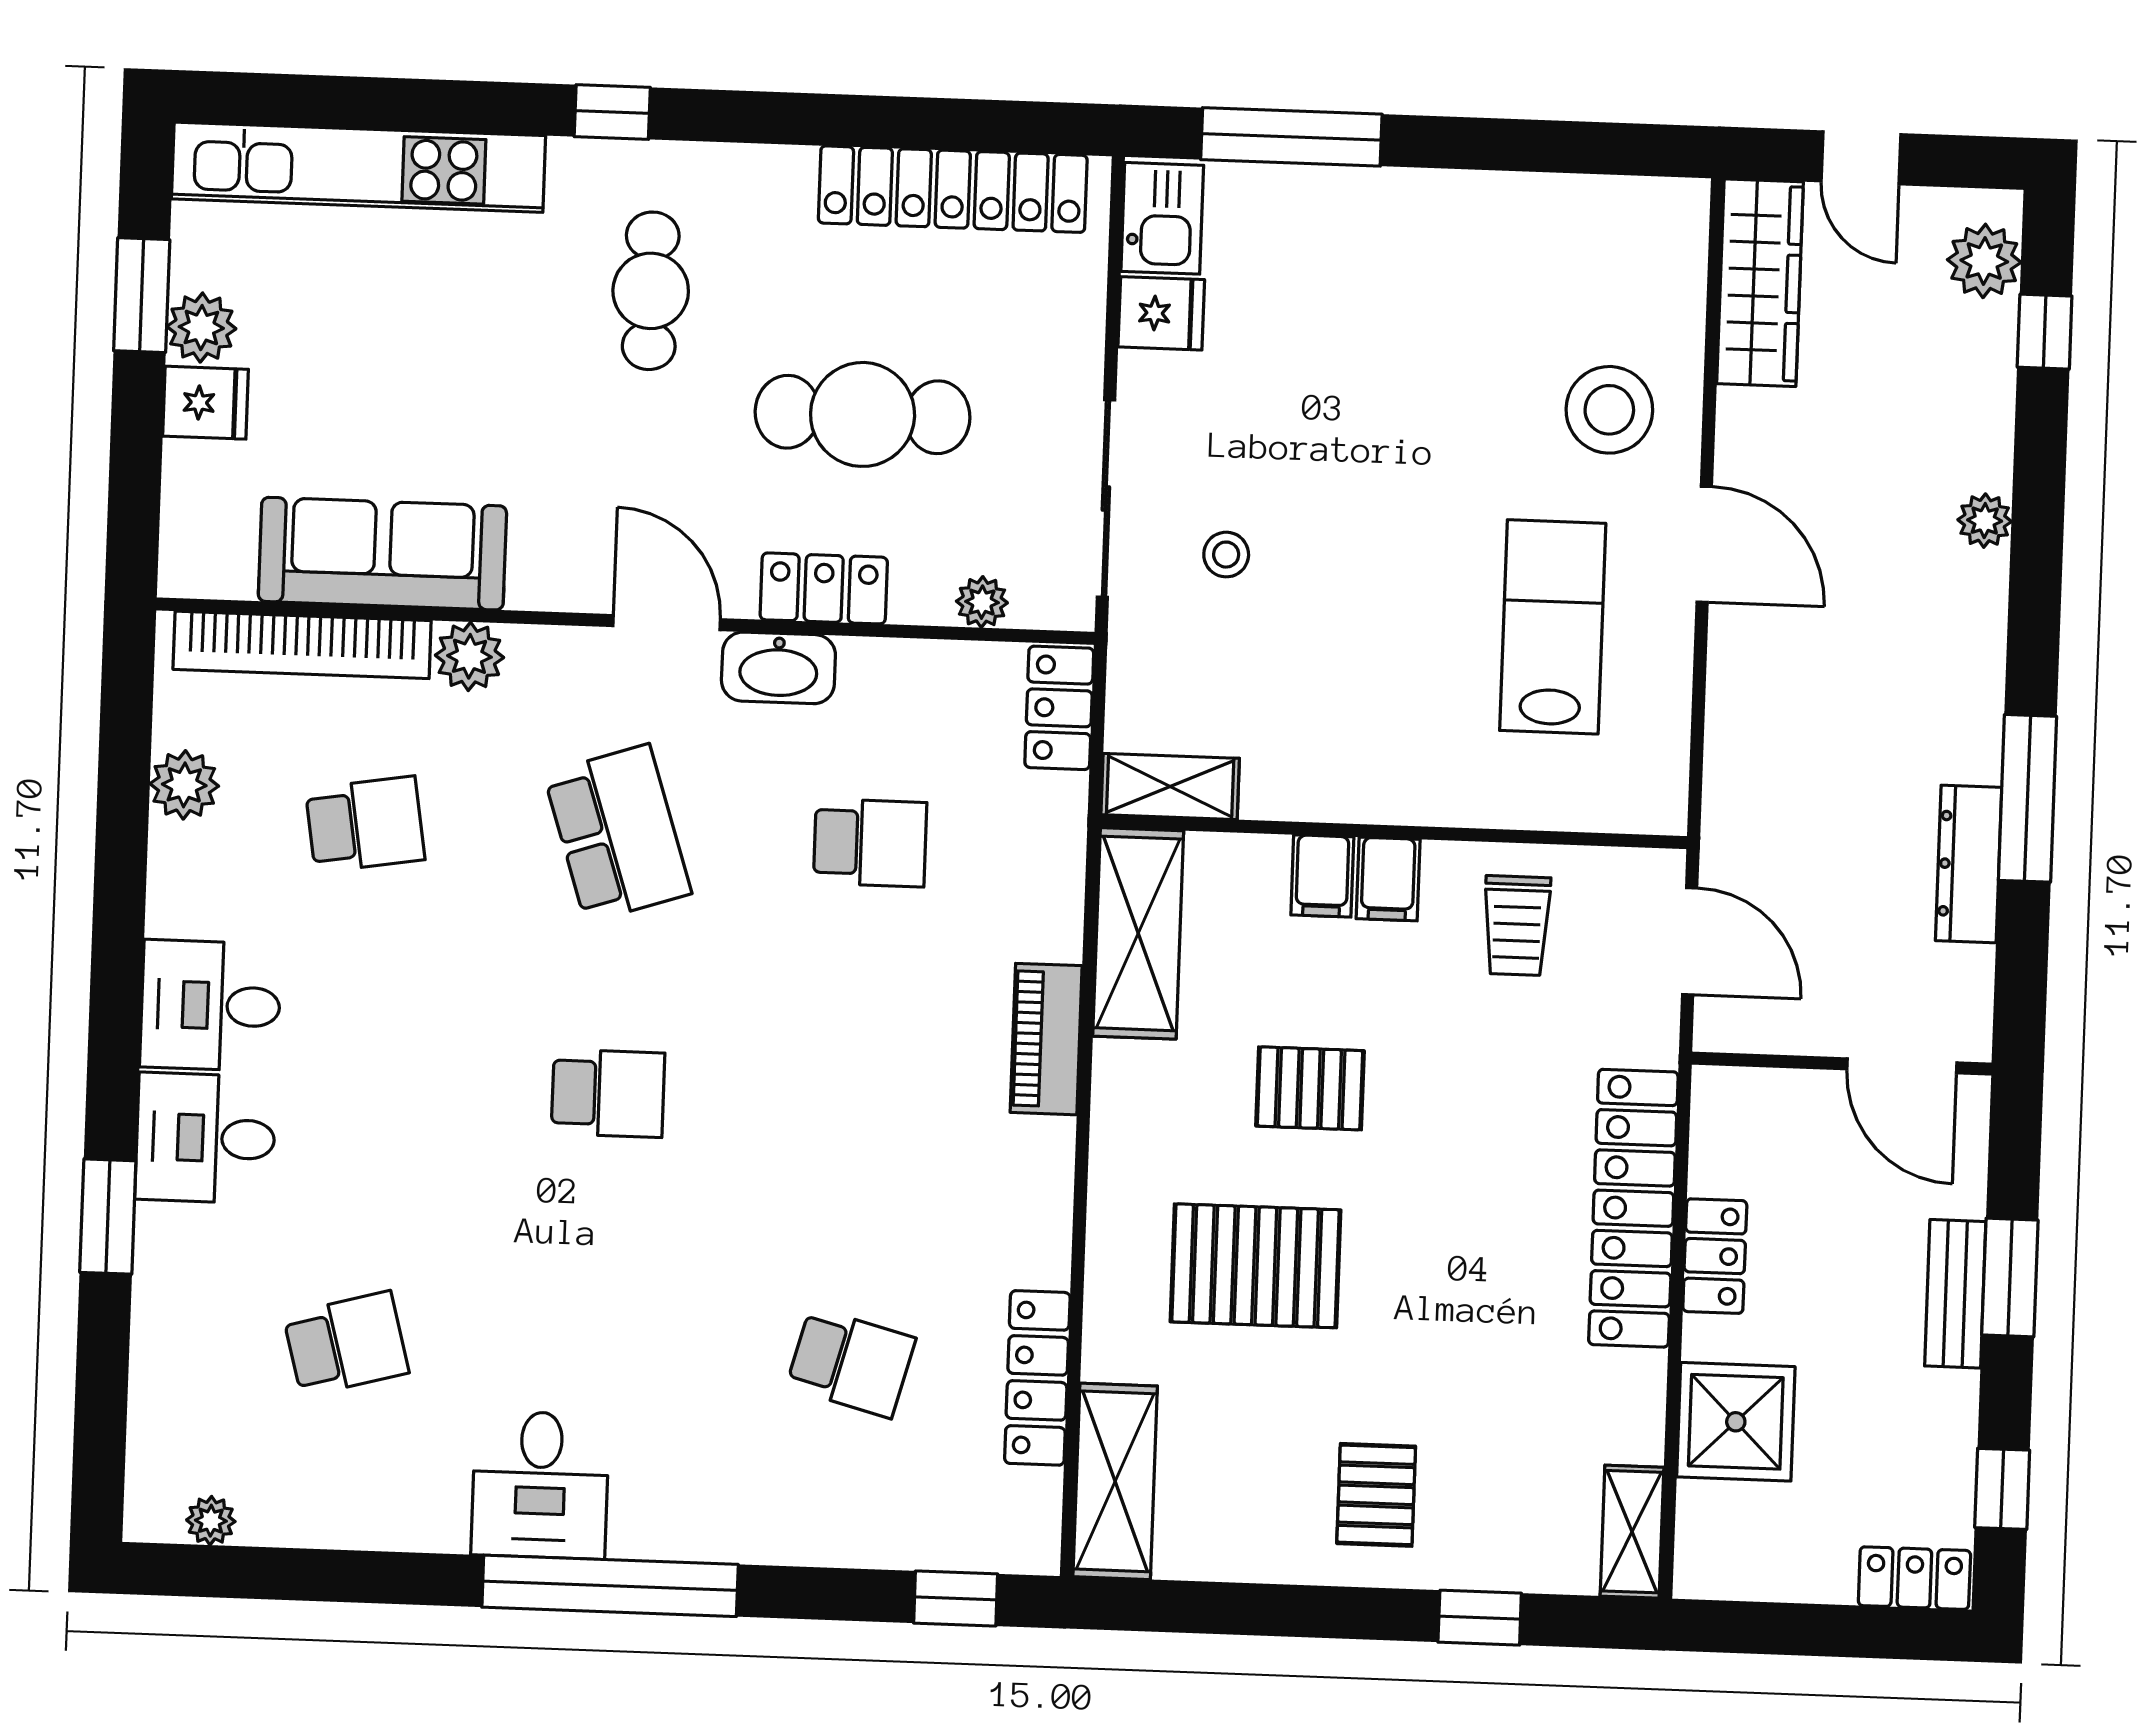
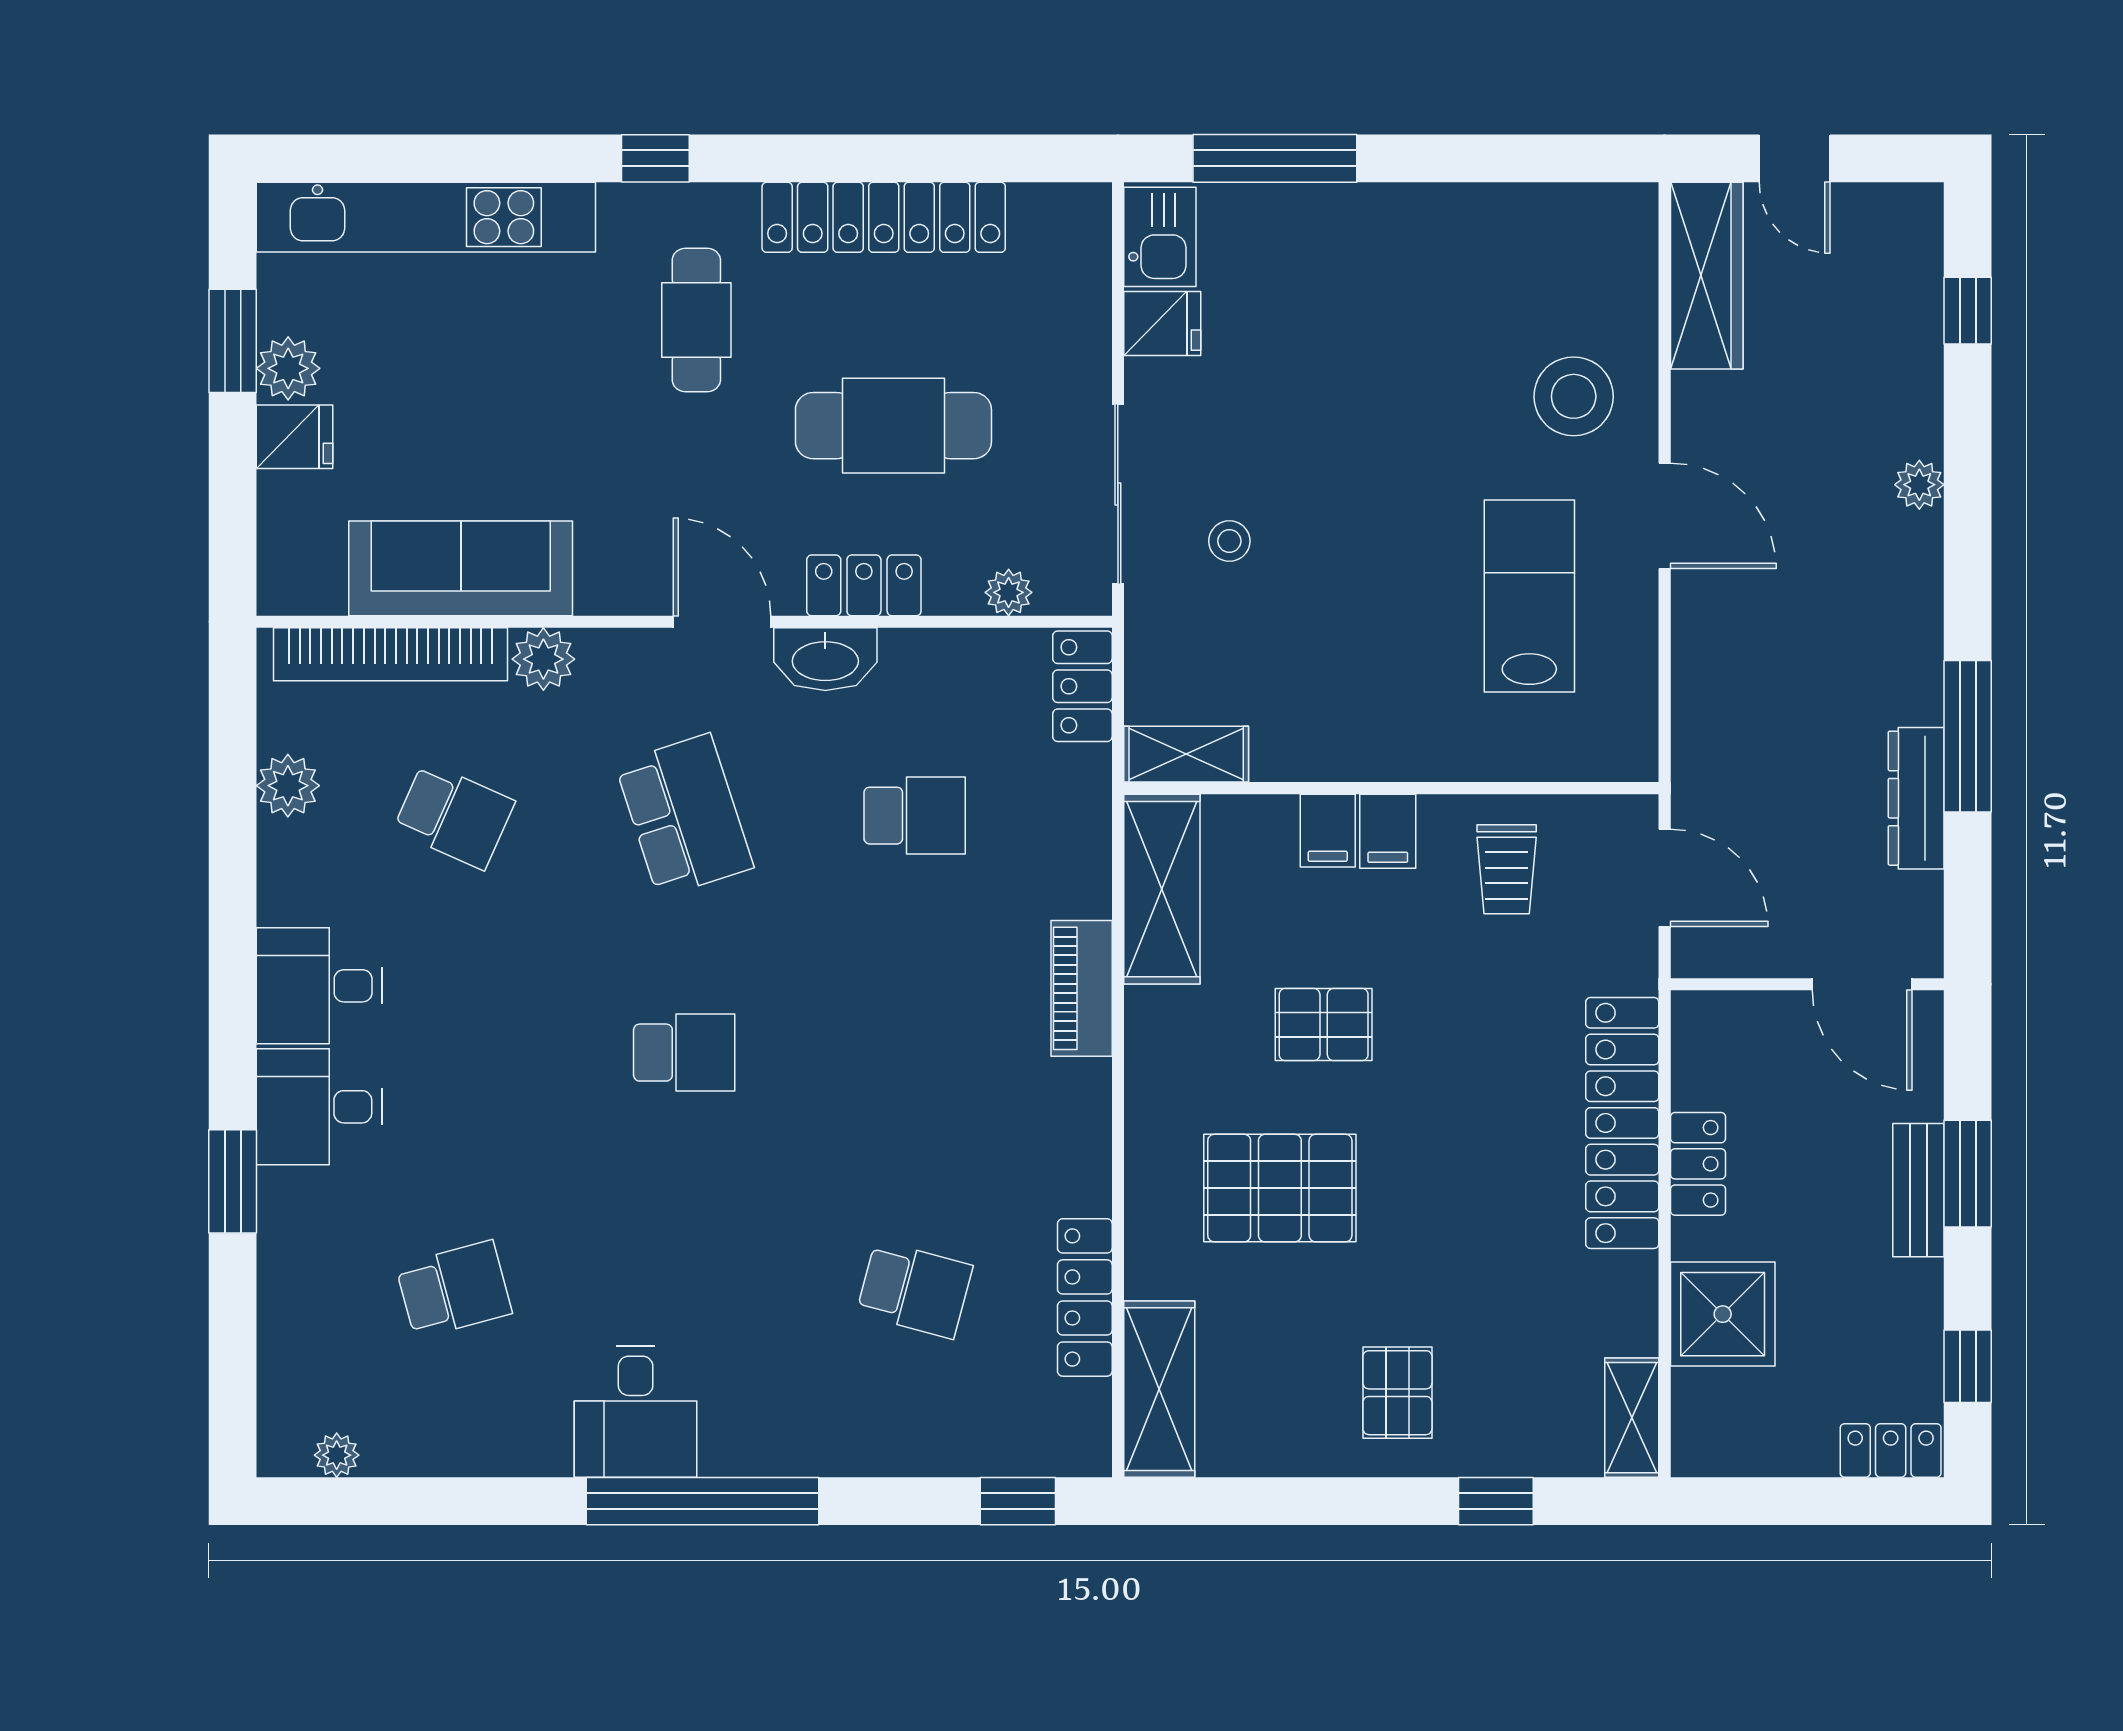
locker: (953, 189) -> (884, 217), moved
plant: (1984, 261) -> (1910, 248), removed
school desk: (365, 824) -> (454, 816), turned 33

